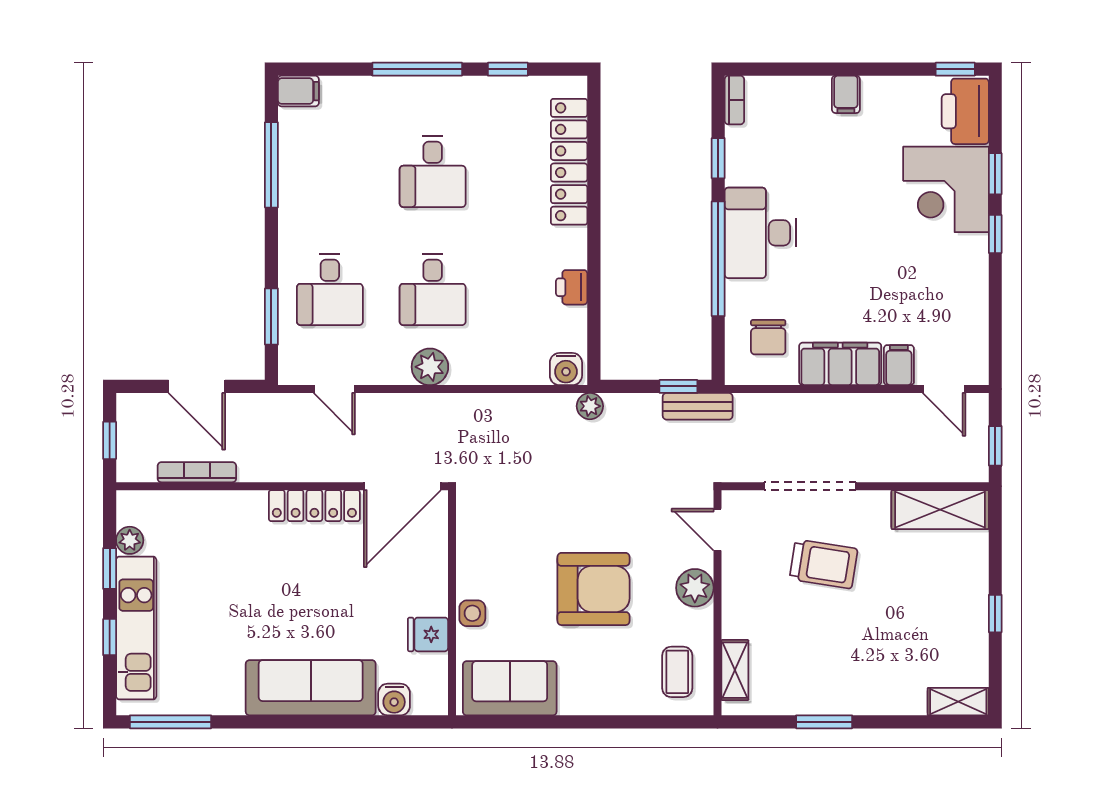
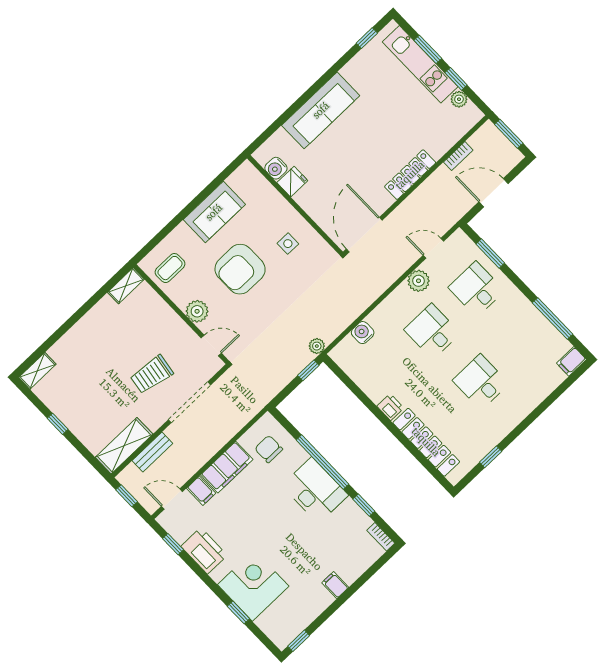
window: (417, 69) -> (529, 419), removed
printer: (965, 111) -> (204, 551), moved
window: (995, 234) -> (173, 544), moved
printer: (572, 287) -> (390, 407), moved
plant: (430, 367) -> (419, 281), moved
water cooler: (566, 369) -> (363, 333), moved
window: (678, 386) -> (308, 370), moved
bench: (698, 406) -> (152, 452), moved
window: (110, 440) -> (509, 134), width x1.50
bookcase: (197, 472) -> (458, 156), width x0.64
locker: (314, 506) -> (410, 175), moved
side table: (472, 613) -> (288, 244), moved
window: (110, 637) -> (428, 49), width x1.50
shelving: (735, 670) -> (126, 286), moved, turned 90
coffee table: (677, 672) -> (170, 268), turned 90
sofa: (510, 688) -> (214, 212), moved
water cooler: (394, 700) -> (276, 168), moved, turned -90
window: (171, 722) -> (367, 38), width x0.46
window: (824, 722) -> (86, 307), removed

